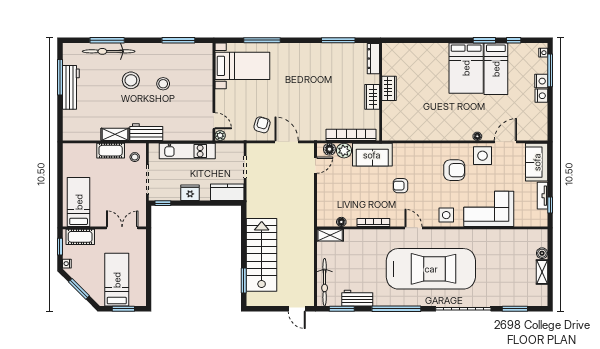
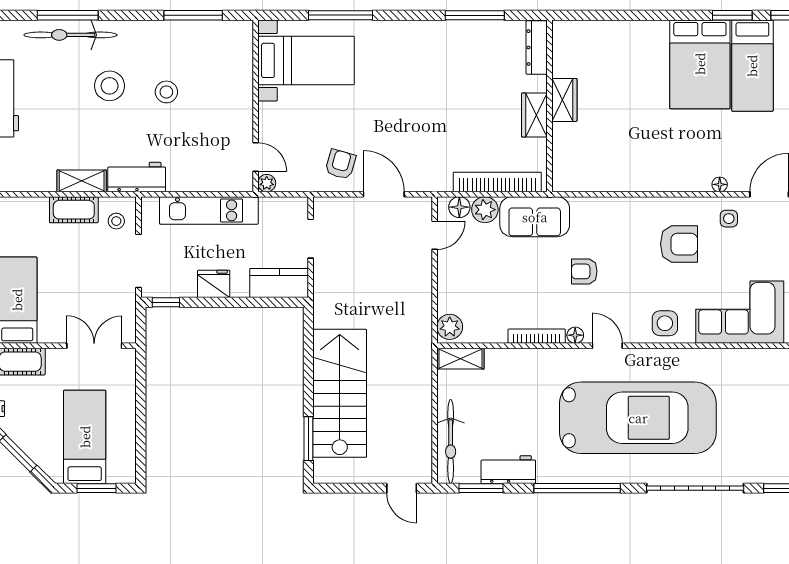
side table: (482, 156) -> (729, 219), width x0.54, depth x0.54
plant: (324, 217) -> (450, 327), added
floor lamp: (341, 222) -> (575, 335), moved

